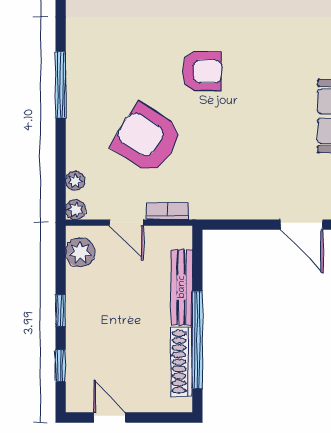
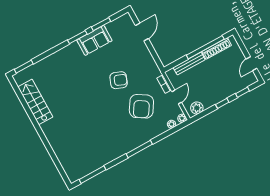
armchair: (202, 71) -> (119, 80), moved, turned 111

